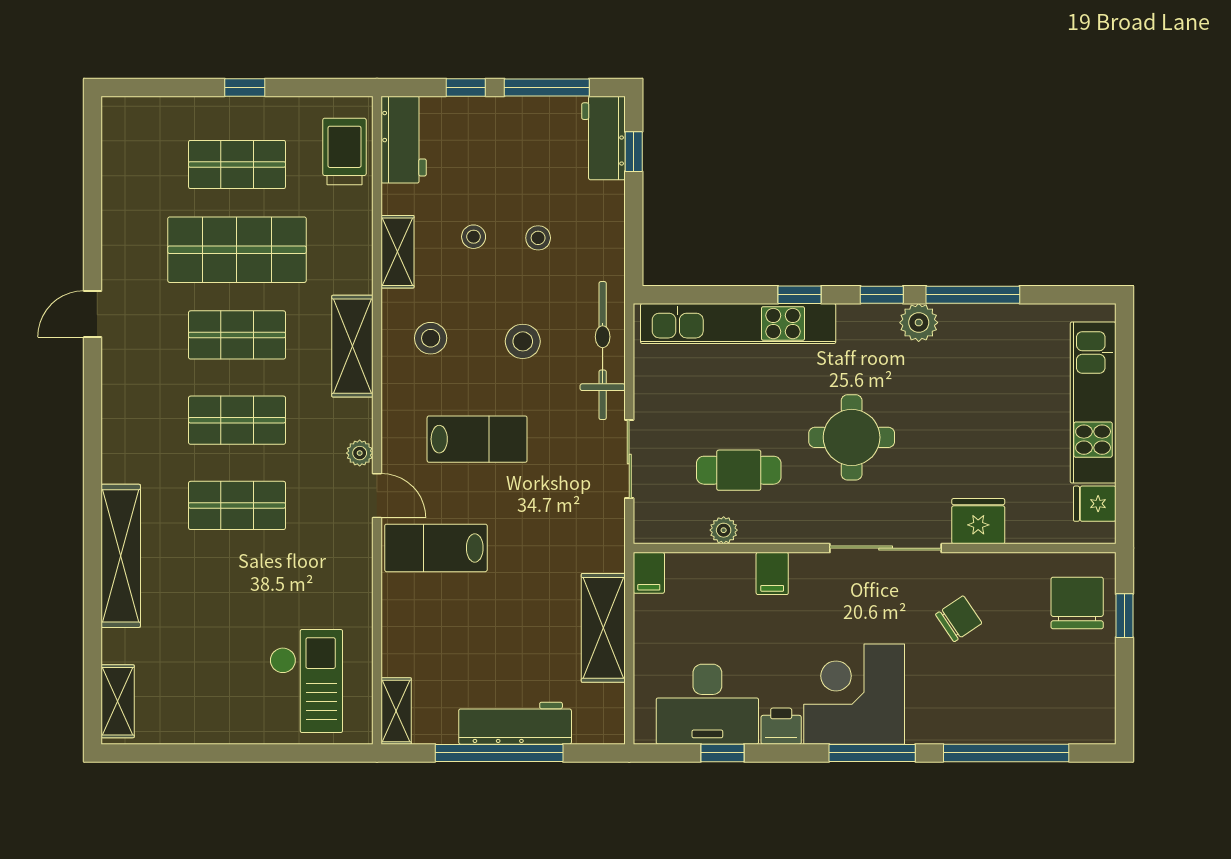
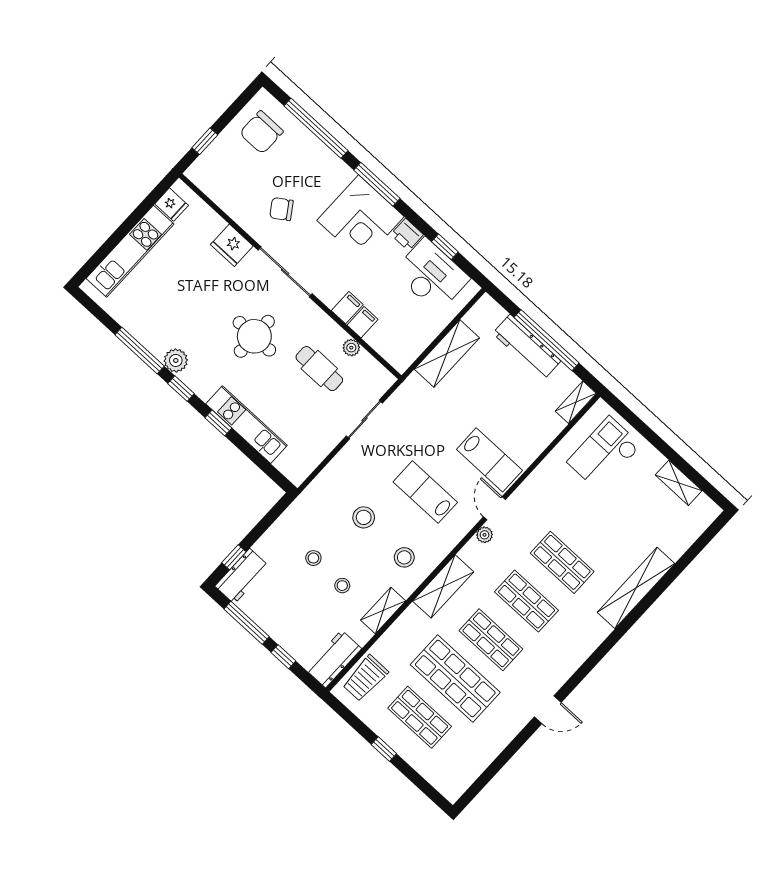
kitchen unit: (738, 324) -> (246, 425), width x0.73
bicycle: (603, 351) -> (331, 480), removed
filing cabinet: (649, 573) -> (363, 322), moved
chair: (1077, 603) -> (261, 132), moved
shelving: (118, 701) -> (679, 483), moved, turned 90

